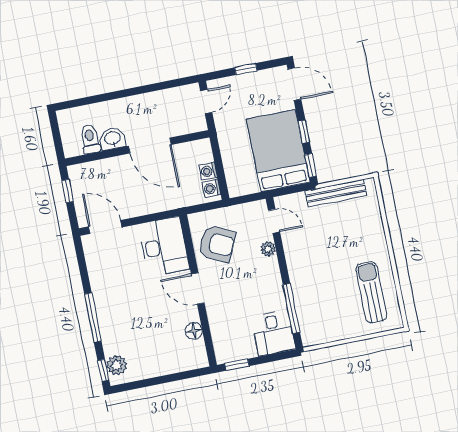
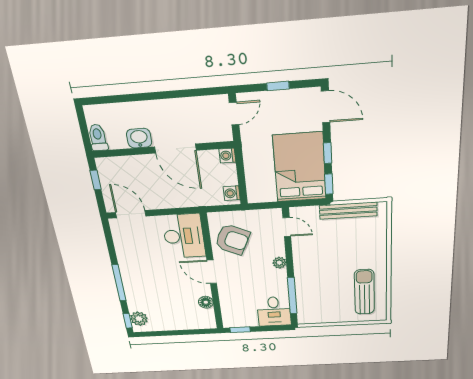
toilet: (90, 139) -> (98, 138), moved
washing machine: (208, 171) -> (227, 156), moved
plant: (268, 249) -> (279, 263), moved

